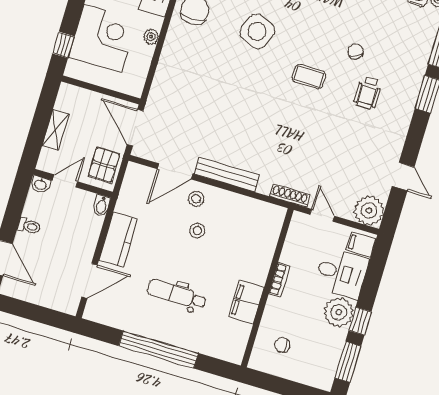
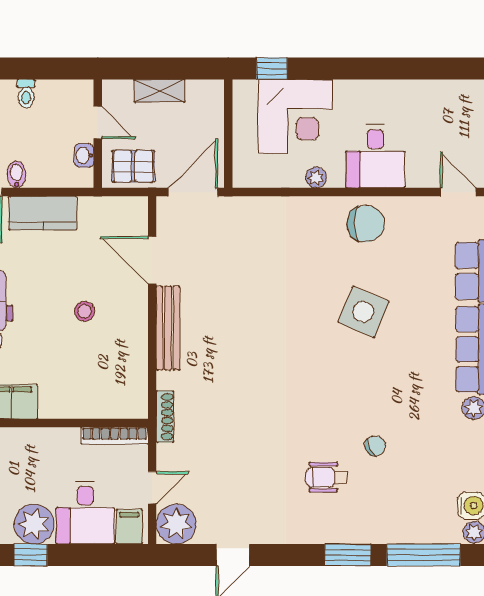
coffee table: (309, 77) -> (325, 396), removed
washbasin: (41, 184) -> (84, 155), moved
stool: (196, 199) -> (125, 298), removed
bidet: (102, 205) -> (17, 174), moved, turned 90
door: (322, 215) -> (152, 488), moved
bookcase: (279, 280) -> (115, 436), moved, width x1.56

